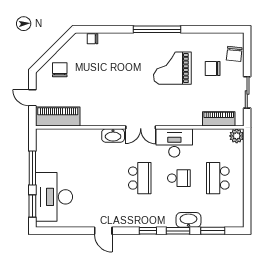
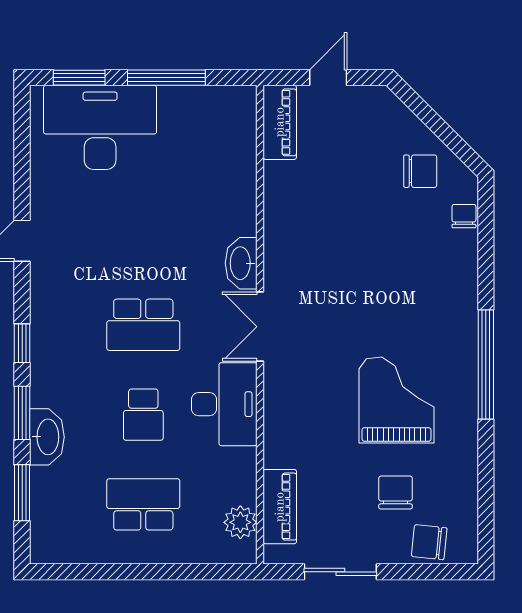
chair: (60, 70) -> (420, 171), moved
piano: (58, 116) -> (280, 122), width x0.73, depth x0.75
plant: (237, 136) -> (240, 522), moved

